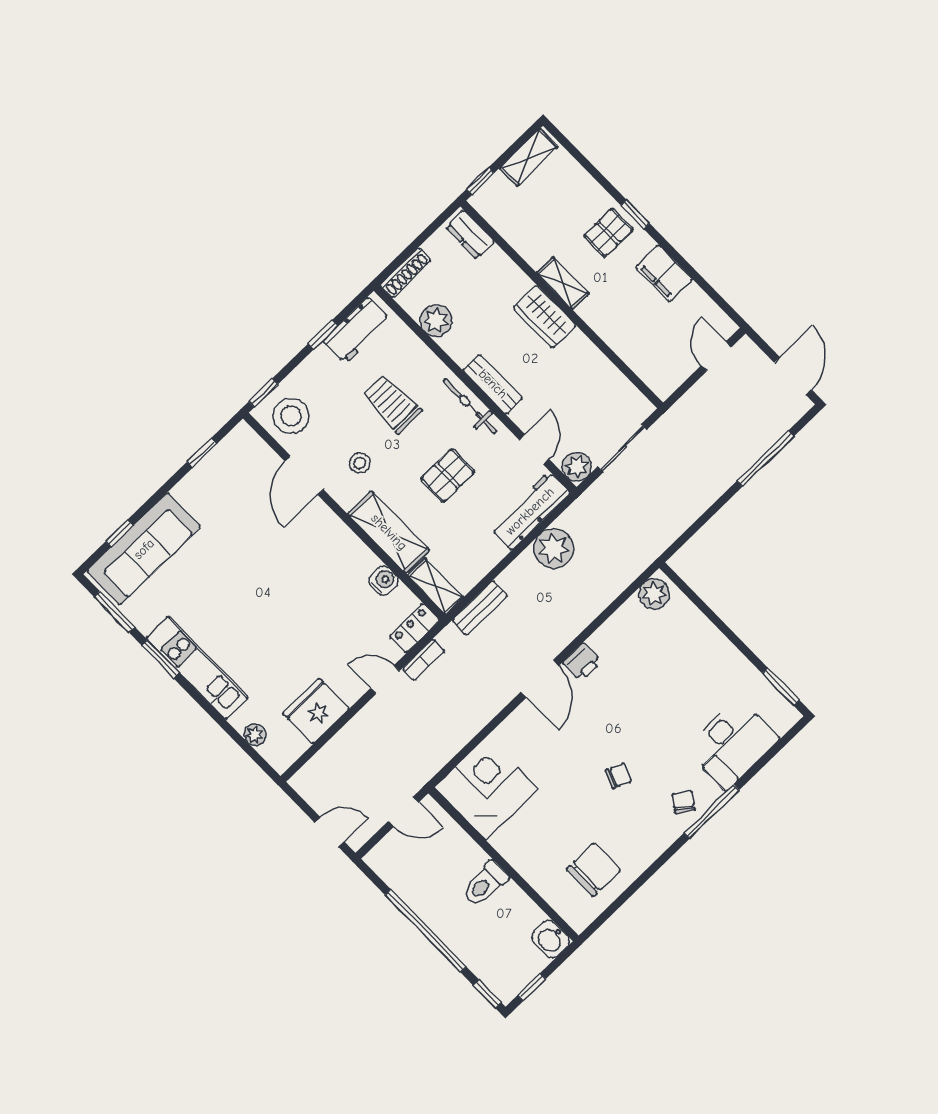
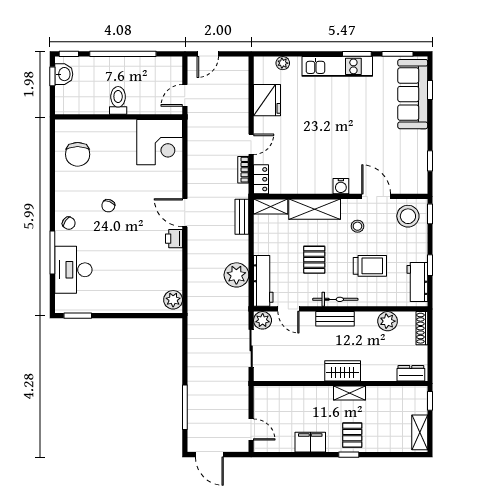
water cooler: (384, 581) -> (341, 186), moved
window: (712, 812) -> (52, 253), moved
washbasin: (551, 939) -> (64, 74), moved, turned 90

